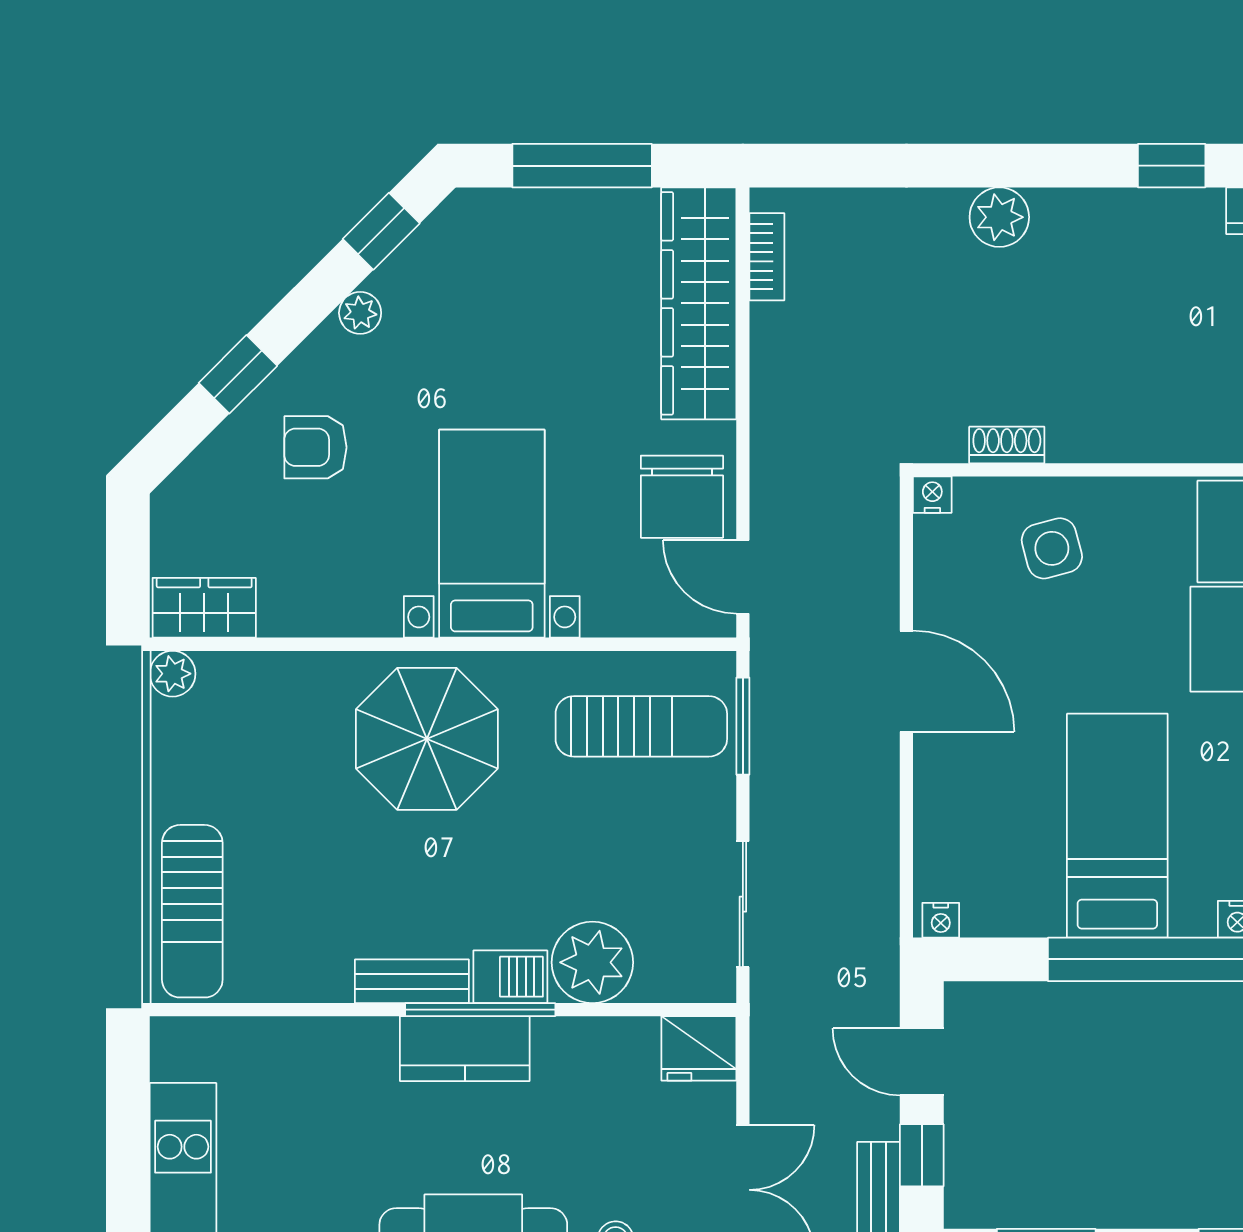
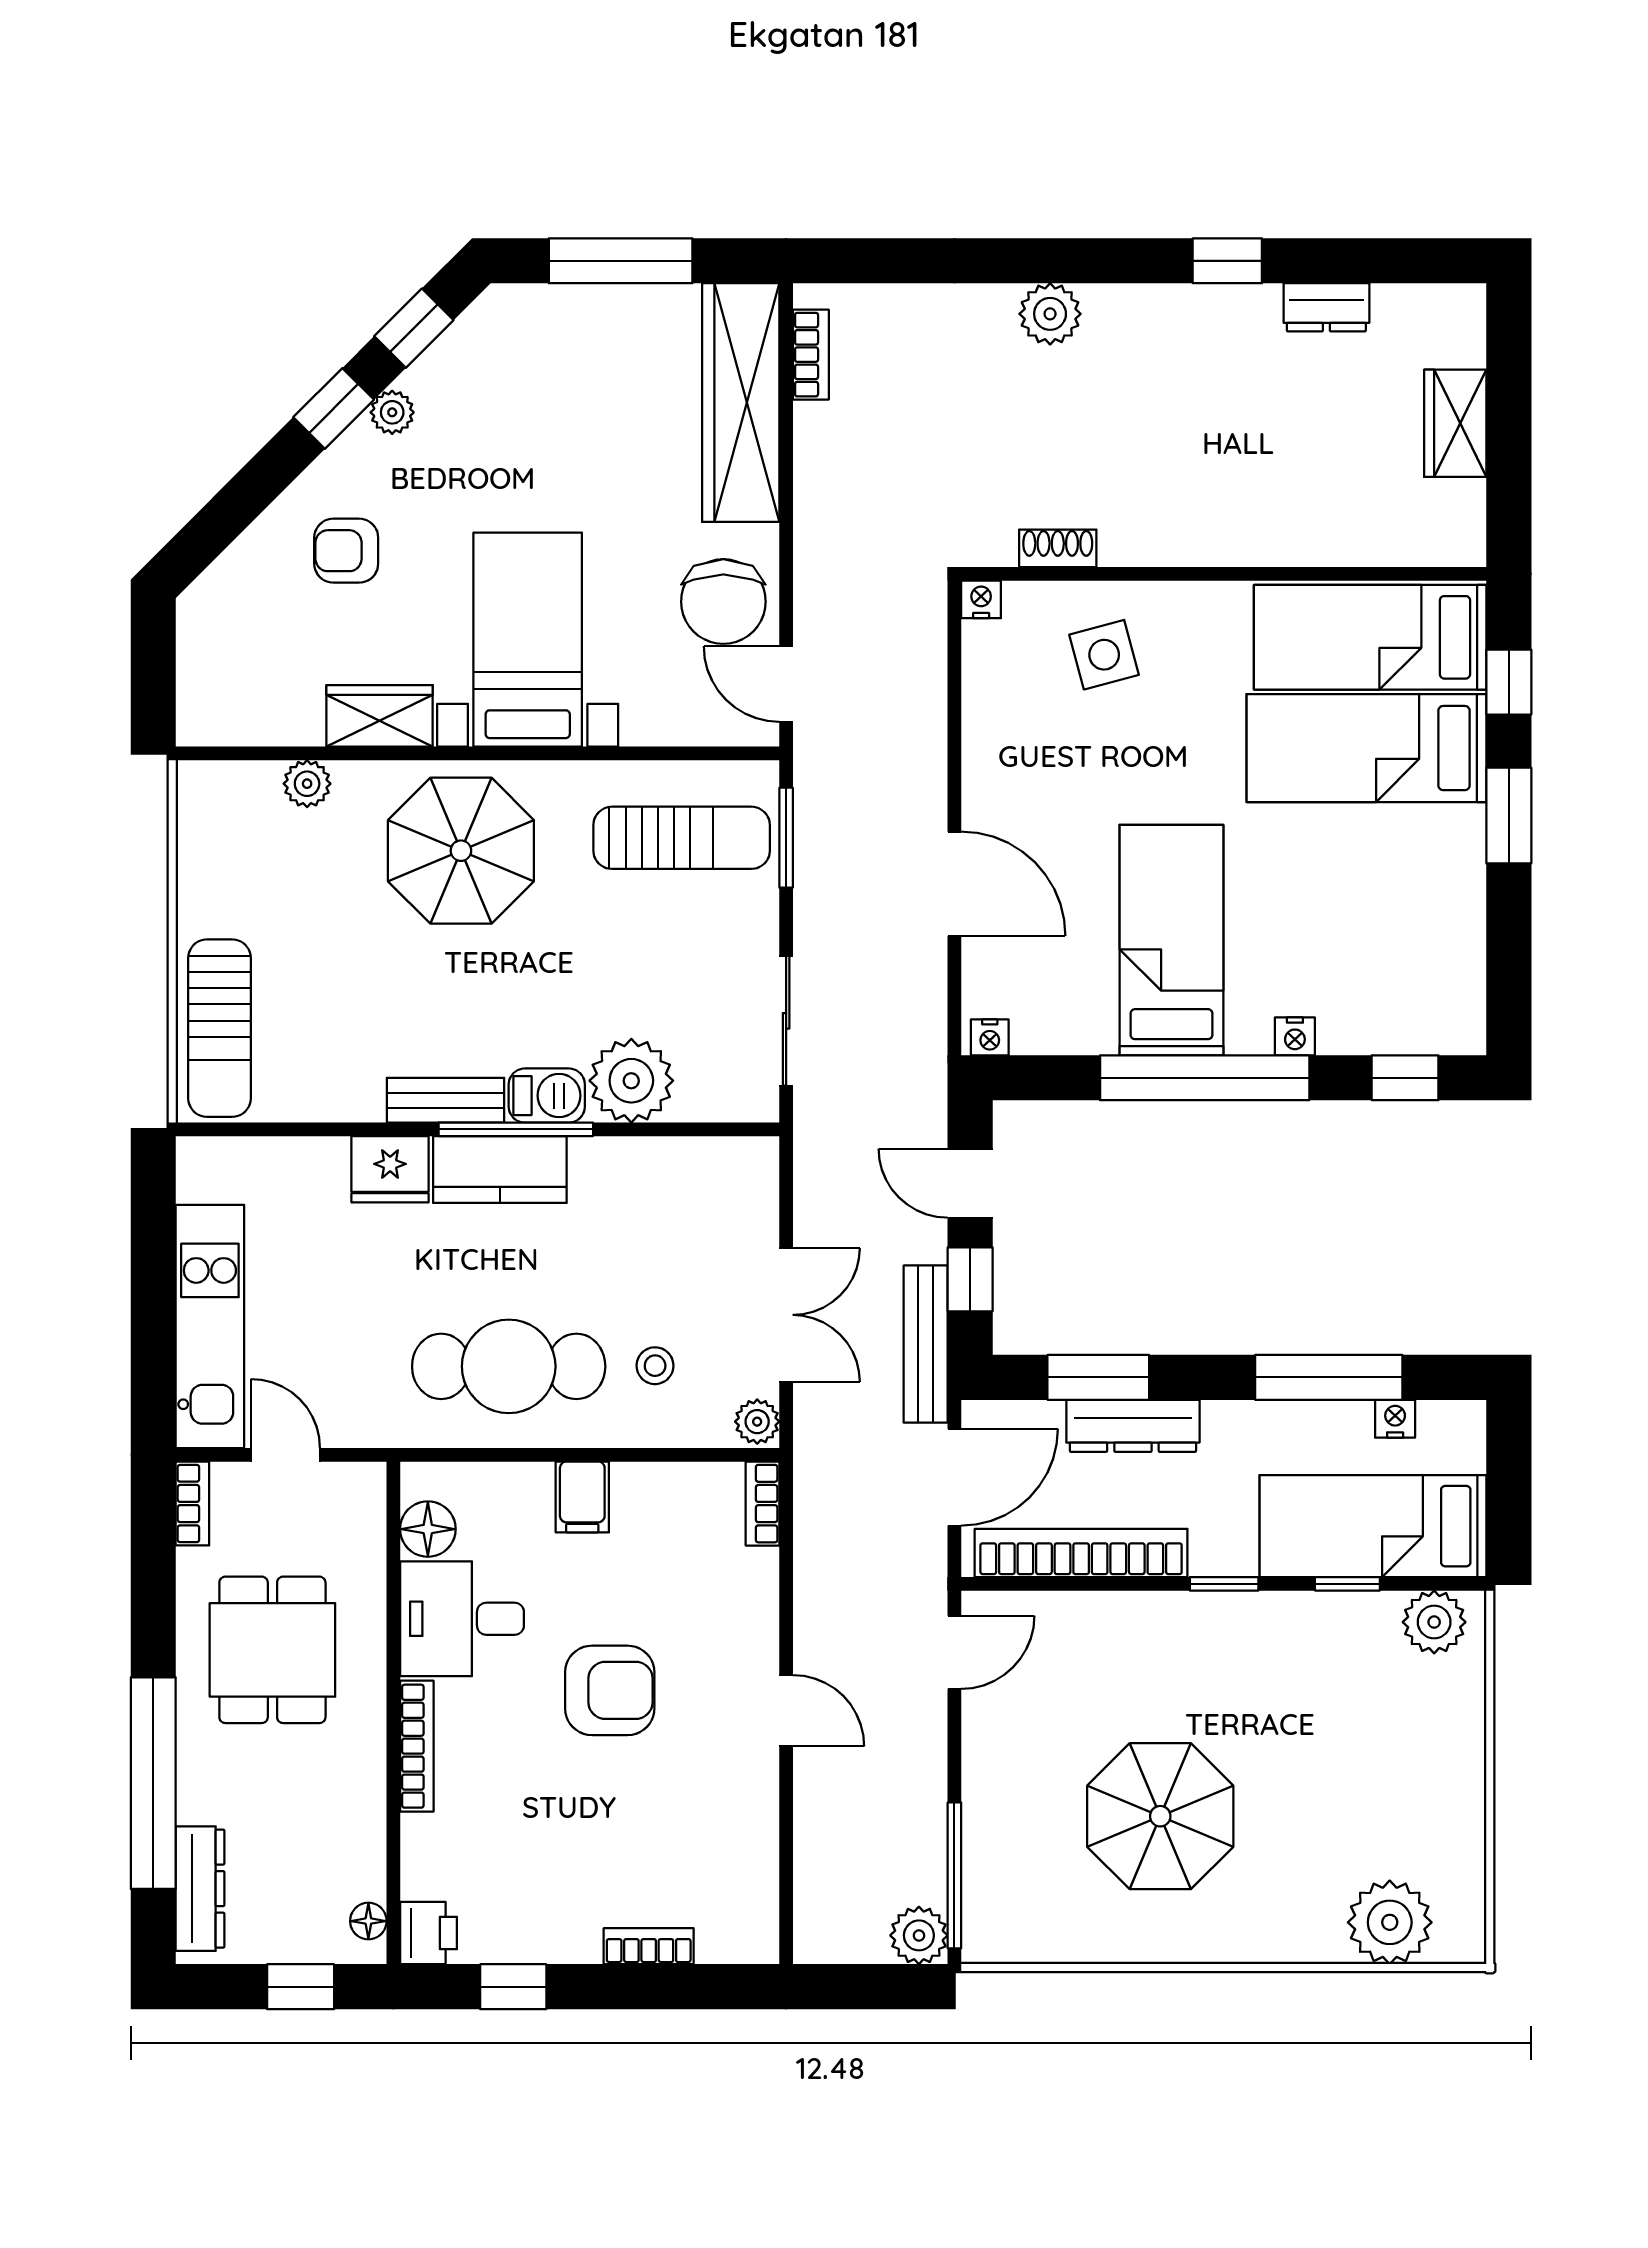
window: (238, 374) -> (334, 408), moved
wardrobe: (204, 608) -> (380, 716), moved
plant: (173, 674) -> (307, 784), moved
door: (906, 681) -> (954, 884), moved
fridge: (699, 1048) -> (390, 1169), moved

